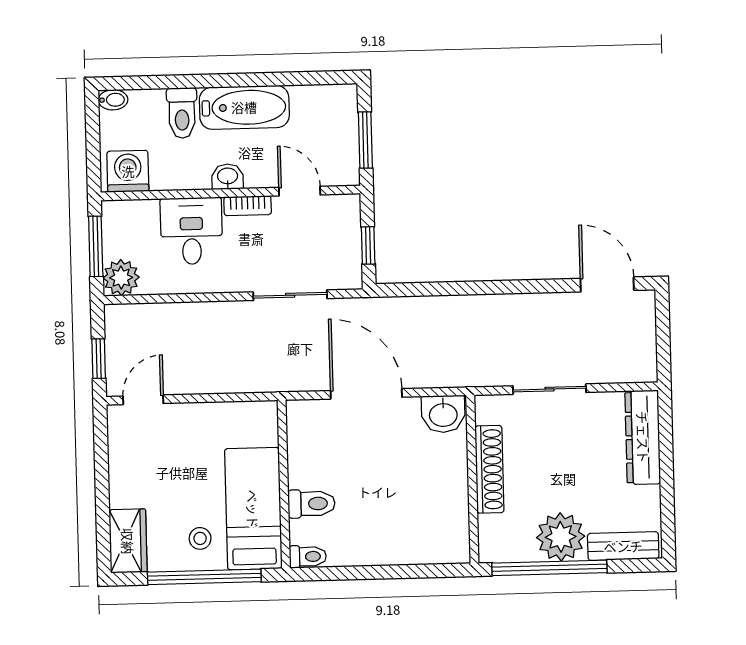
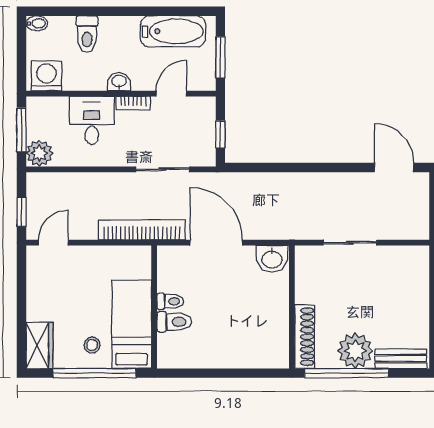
bathtub: (244, 107) -> (173, 31), moved
door: (300, 191) -> (171, 94), hinge flipped
bookcase: (264, 379) -> (142, 230), added
dresser: (643, 437) -> (417, 280), removed
shoe rack: (489, 469) -> (305, 337), moved
toilet: (308, 557) -> (170, 301), moved

